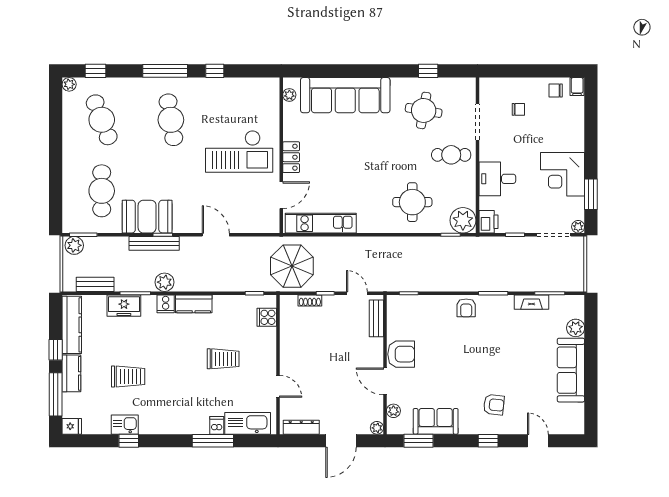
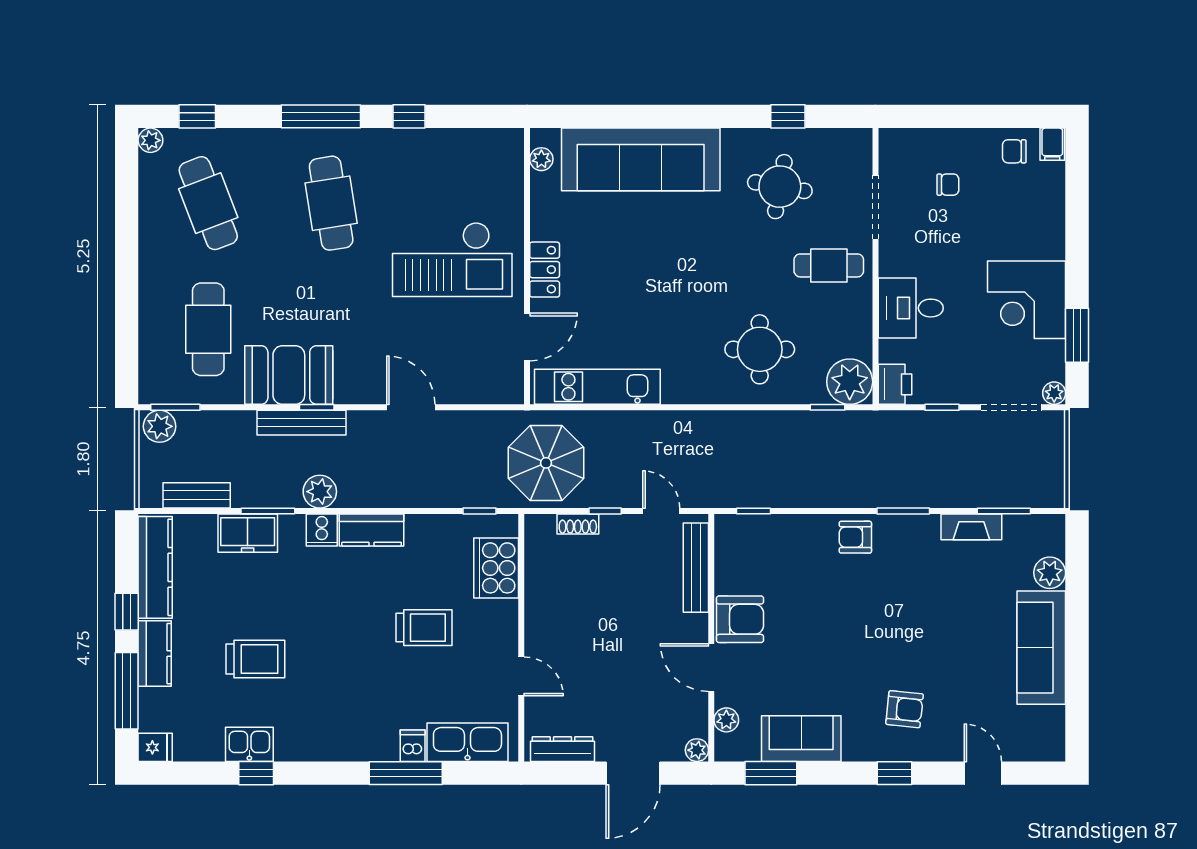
armchair: (466, 308) -> (855, 537), turned 90
cooker: (267, 317) -> (496, 568), width x1.87, depth x1.31
bench: (376, 318) -> (696, 568), width x1.36

